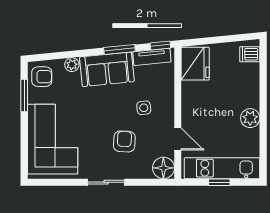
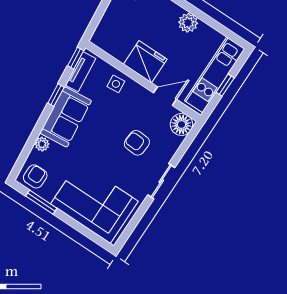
window: (119, 49) -> (56, 95), width x0.67
fridge: (195, 64) -> (145, 62), moved
side table: (144, 108) -> (116, 84), moved

